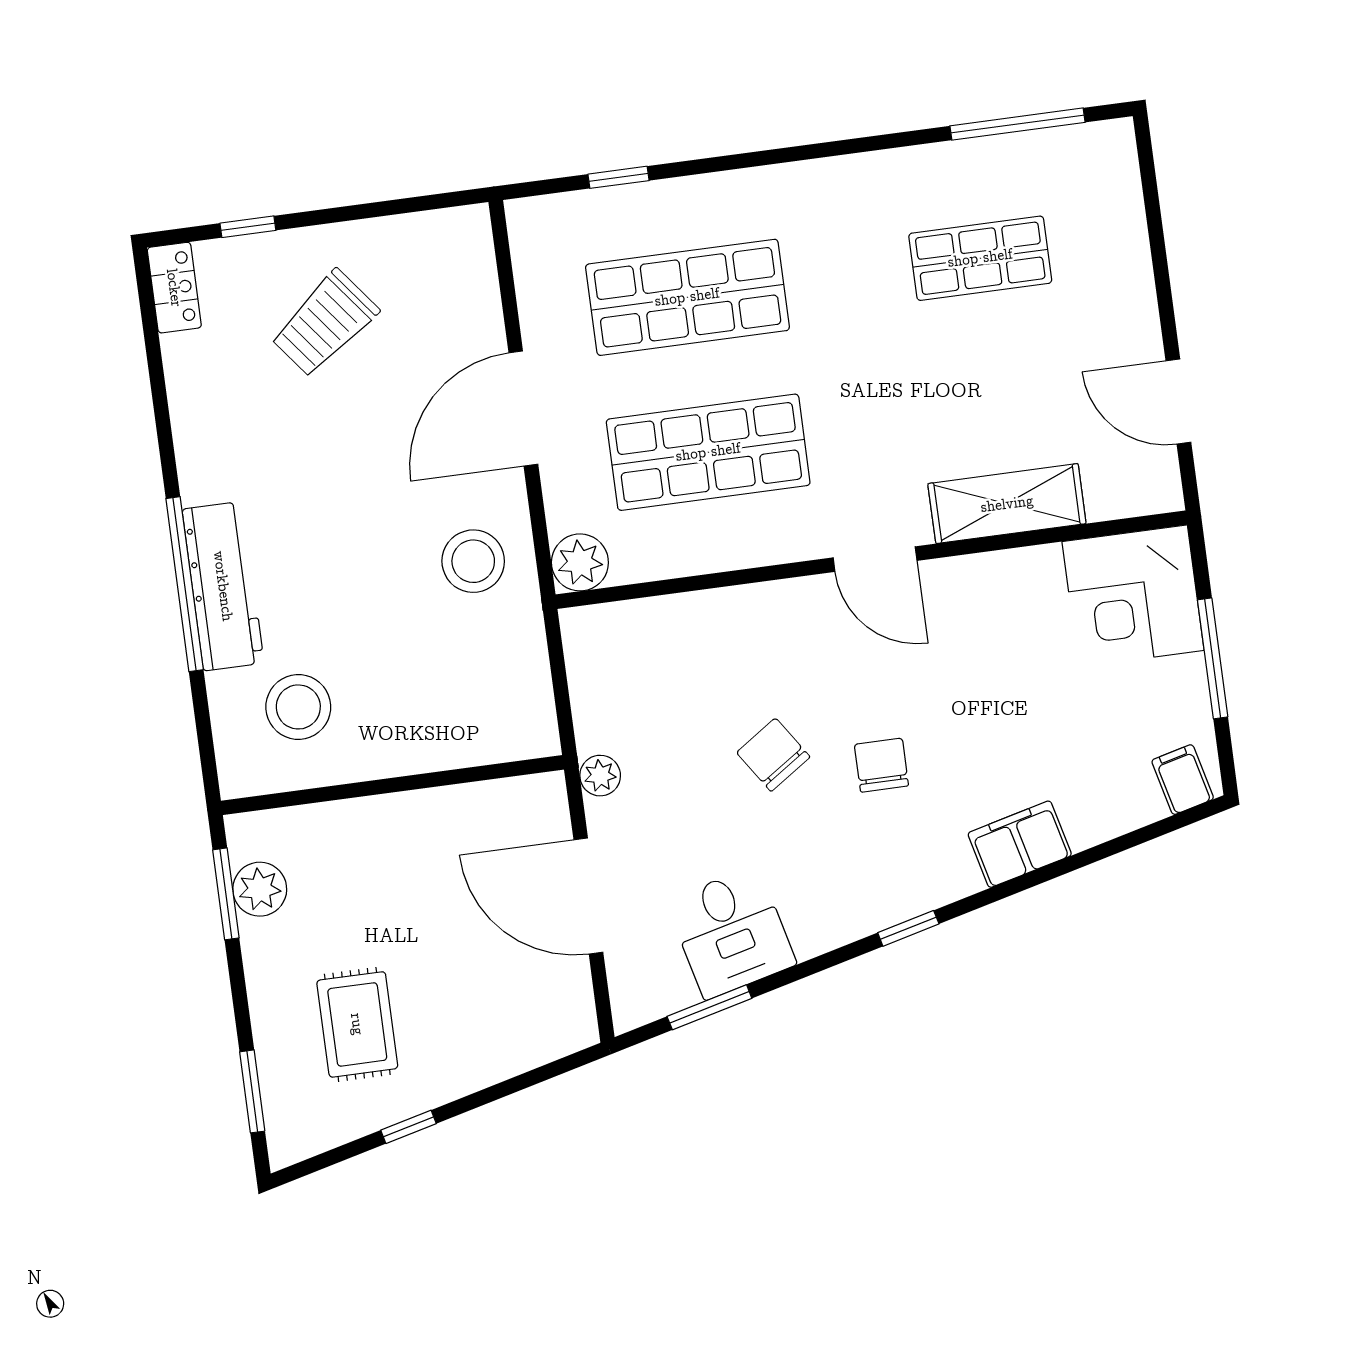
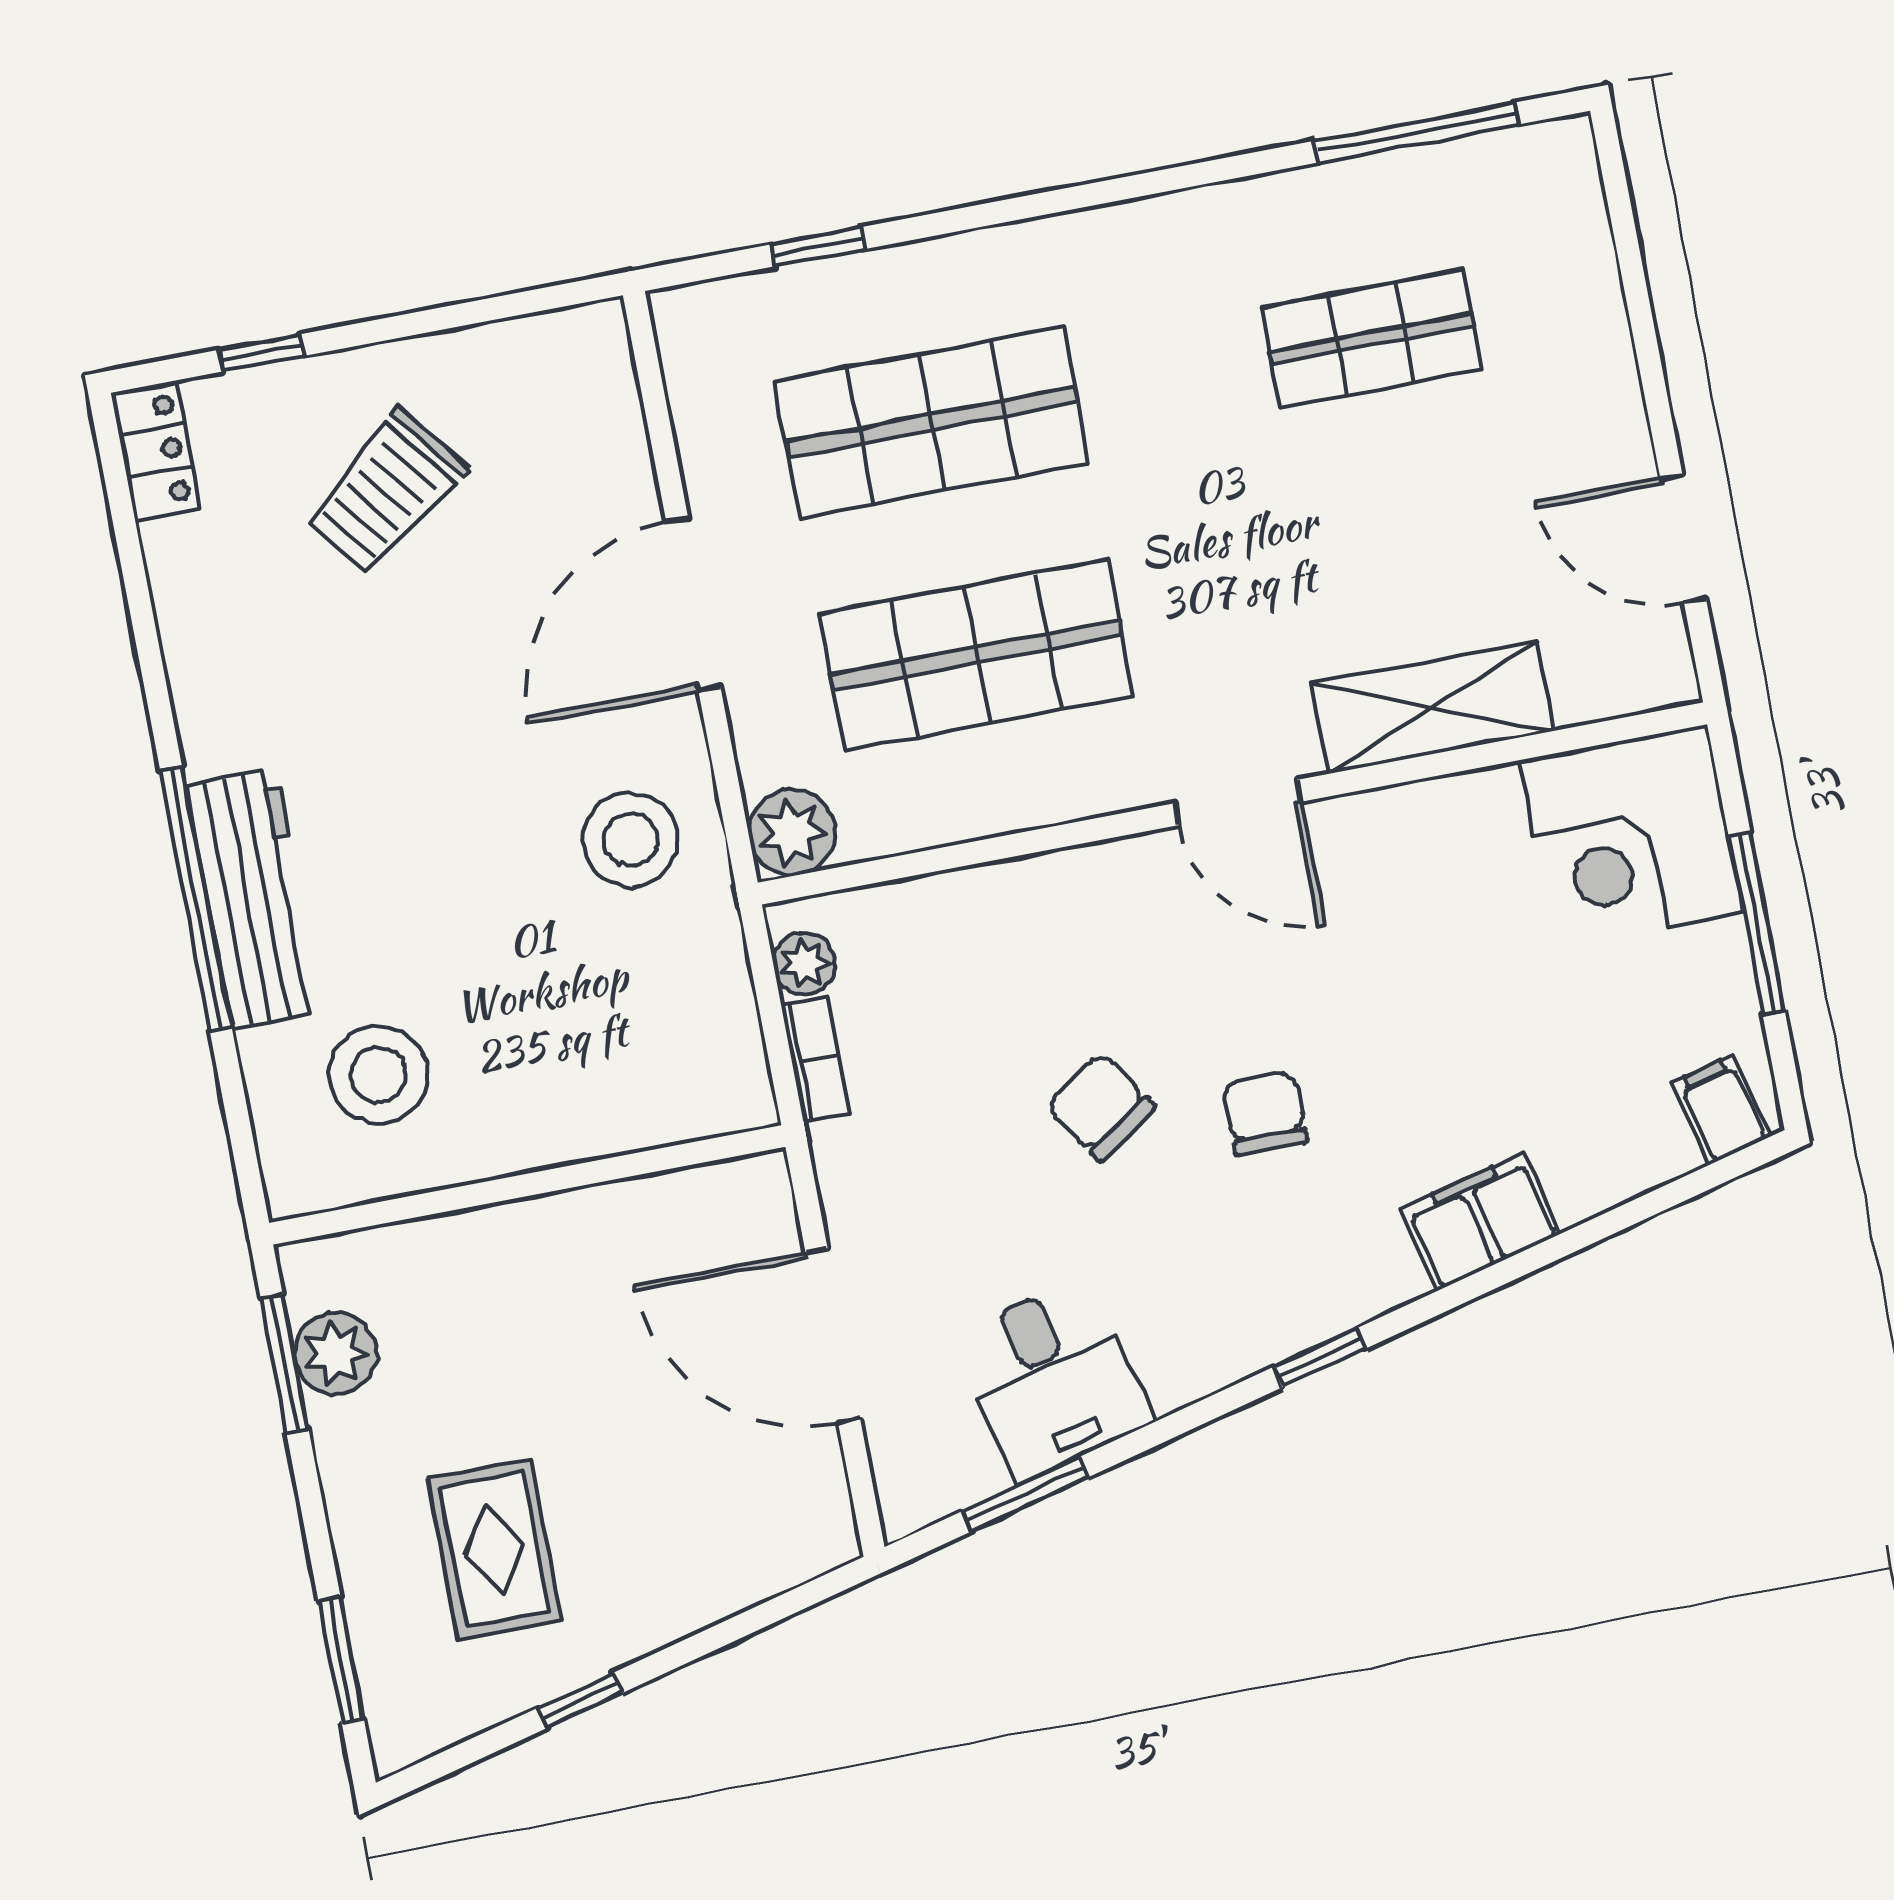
bookcase: (587, 713) -> (816, 1059), added
plant: (600, 776) -> (804, 963), moved

